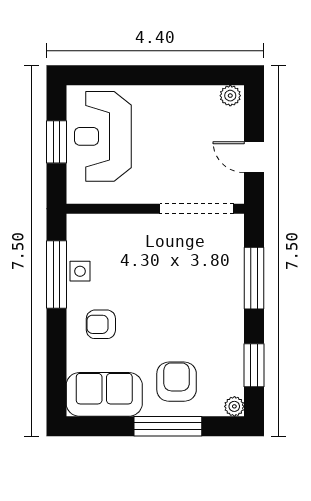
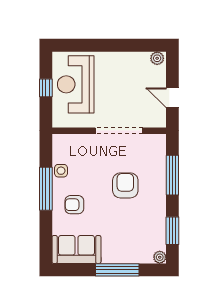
window: (56, 142) -> (46, 88), width x0.67
doorway: (197, 209) -> (119, 131), moved
window: (56, 275) -> (46, 189), moved
armchair: (177, 382) -> (125, 185), moved

